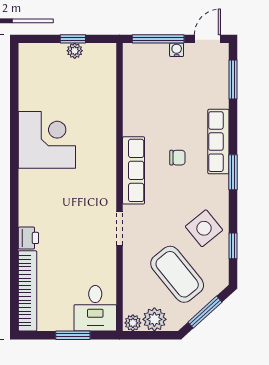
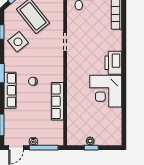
row of seats: (134, 170) -> (57, 101), moved
printer: (28, 238) -> (113, 63), moved, width x1.87, depth x1.48

